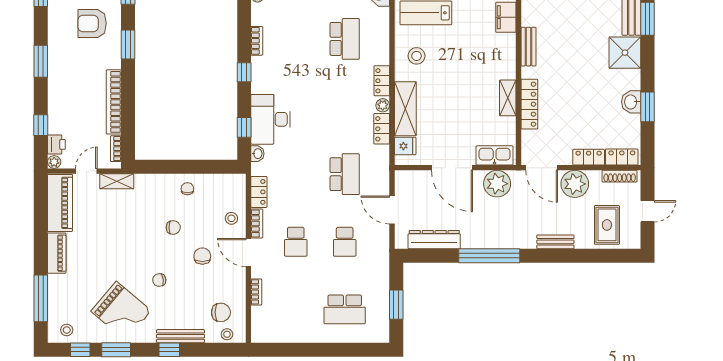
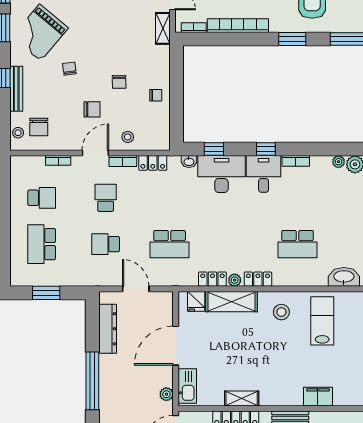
desk: (271, 75) -> (264, 174), added
plant: (497, 184) -> (166, 394), width x0.53, depth x0.53
door: (392, 210) -> (136, 289), hinge flipped
school desk: (296, 242) -> (106, 198), turned 90
school desk: (296, 309) -> (42, 198), added

